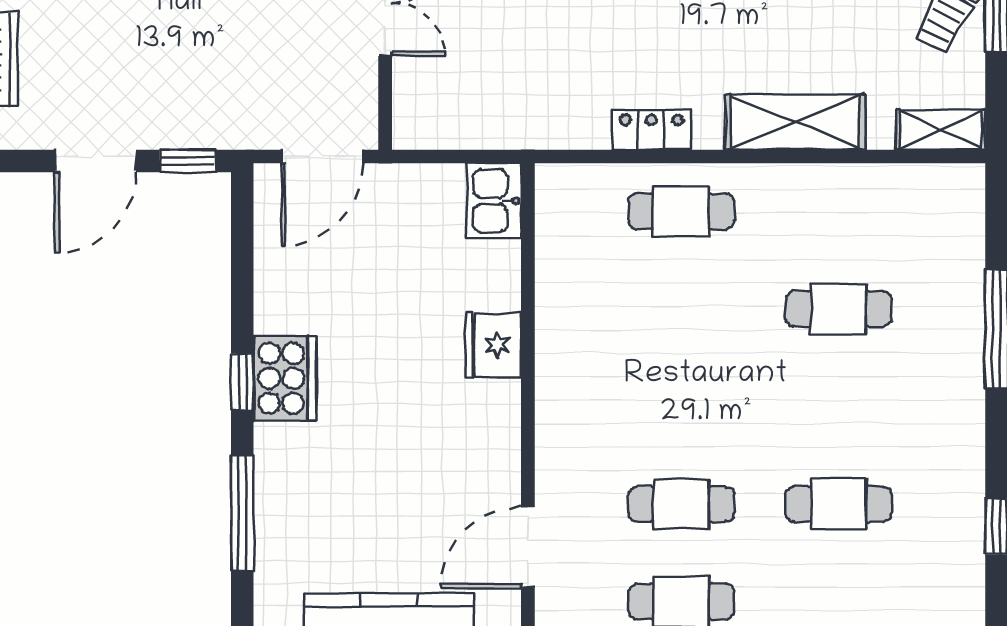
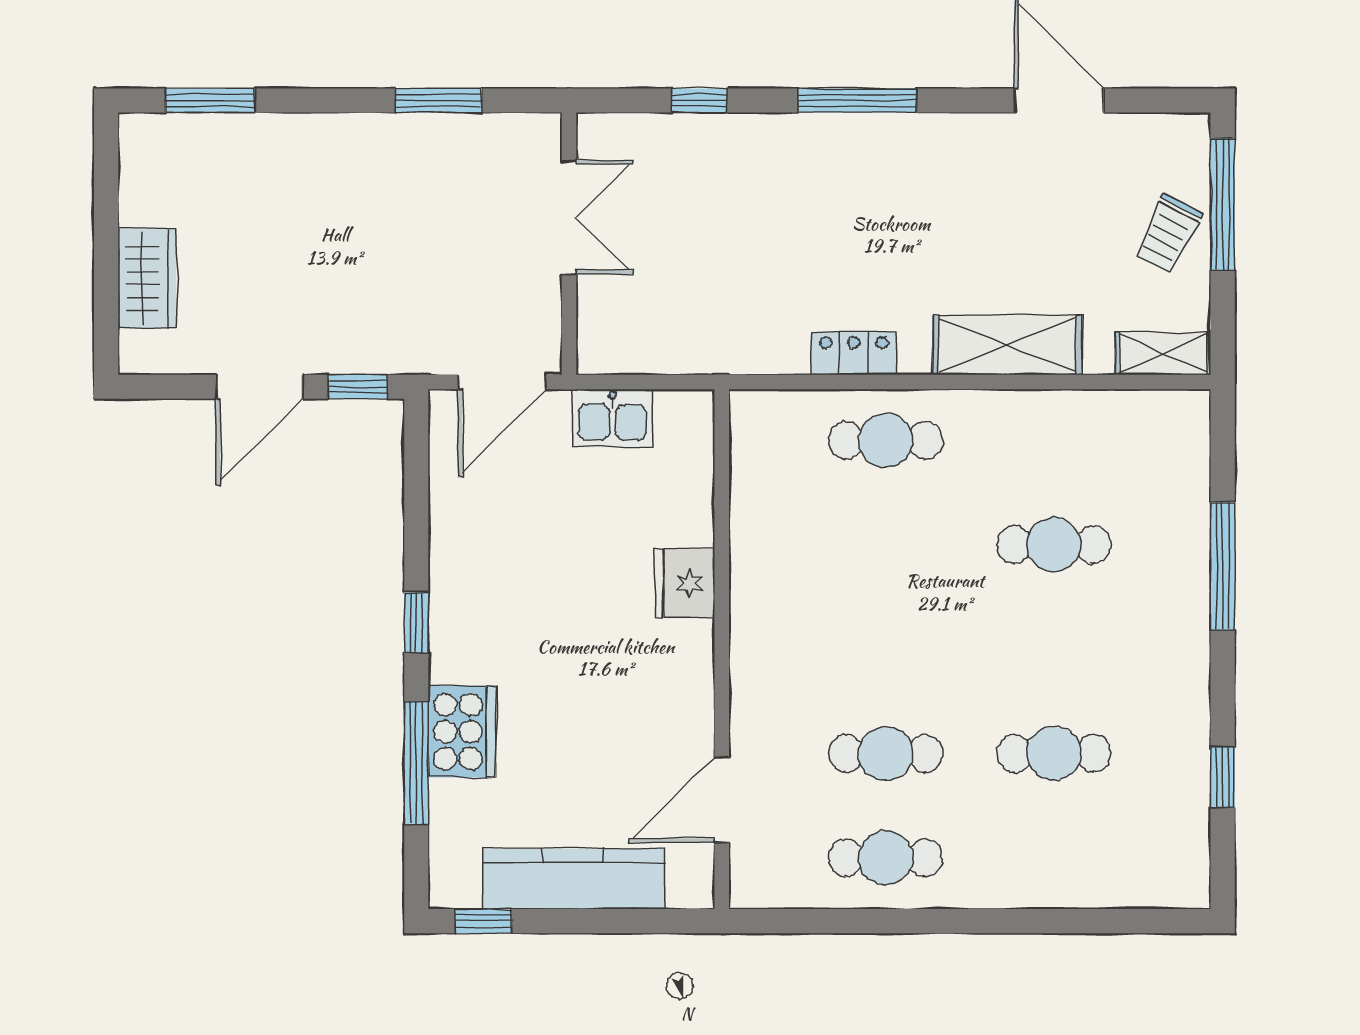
kitchen sink: (494, 201) -> (613, 418), moved, turned -90
cooker: (285, 378) -> (462, 732), moved

